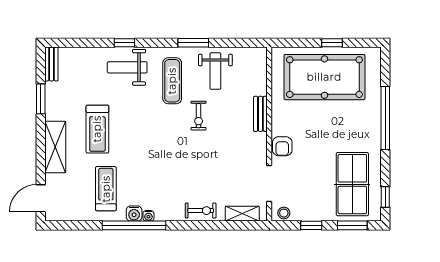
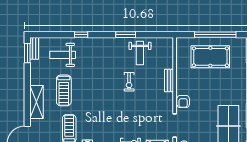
window: (332, 43) -> (215, 35), width x3.17
weight bench: (127, 67) -> (63, 55), moved
pool table: (324, 77) -> (210, 57), width x0.73, depth x0.76
exercise mat: (172, 81) -> (112, 59), removed
window: (41, 99) -> (27, 53), moved

